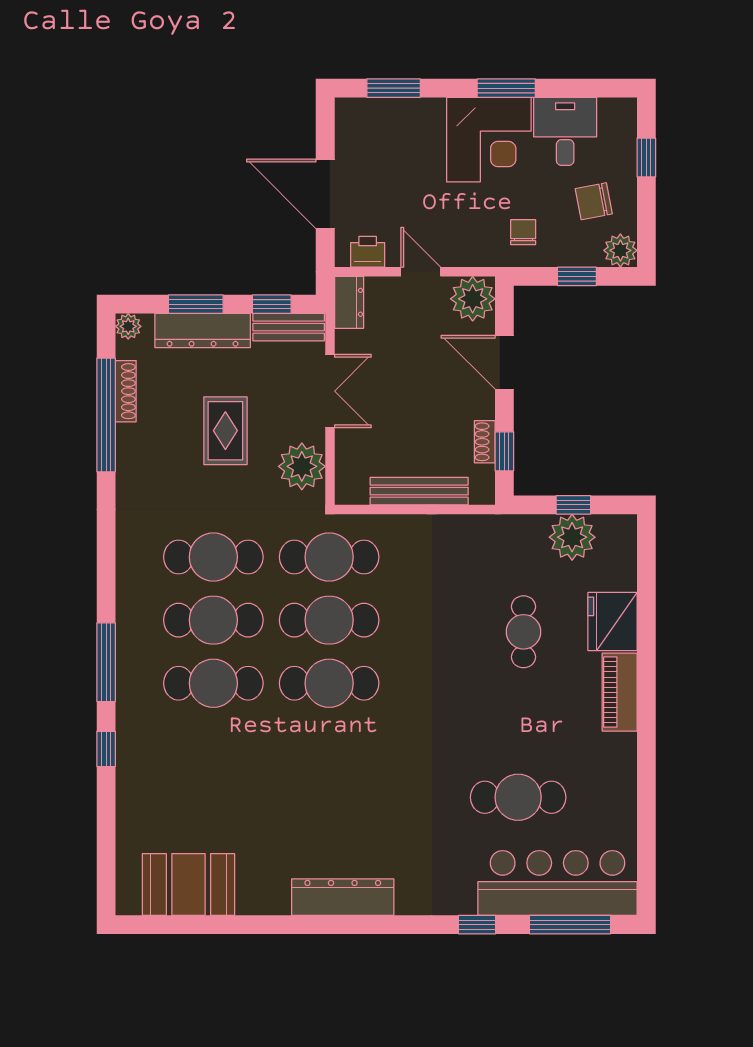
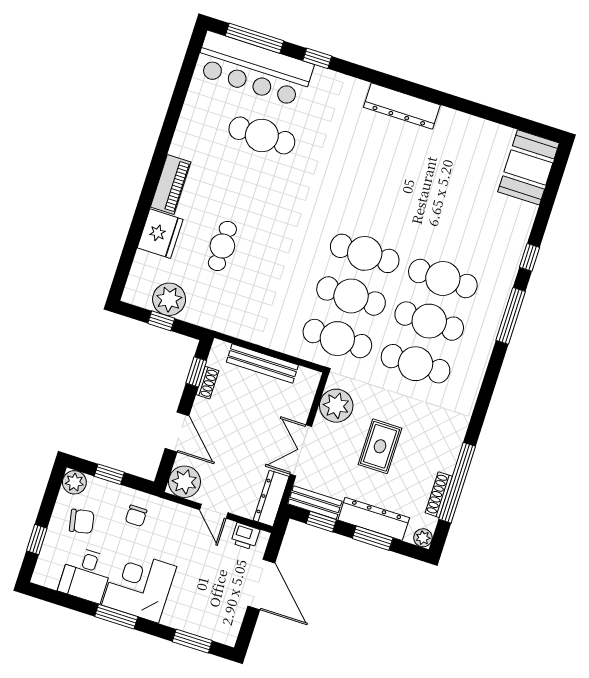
dresser: (349, 302) -> (271, 498), width x1.44
booth: (188, 884) -> (528, 167), moved, turned 90

